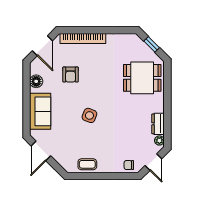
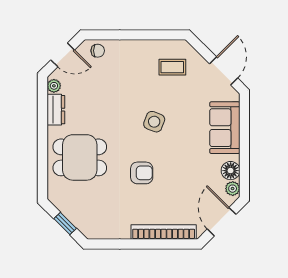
plant: (35, 69) -> (233, 189), added
armchair: (71, 75) -> (142, 173), moved, turned 90
dining table: (142, 78) -> (80, 157), moved
door: (153, 162) -> (63, 55), swing flipped
coffee table: (87, 164) -> (172, 67), moved

